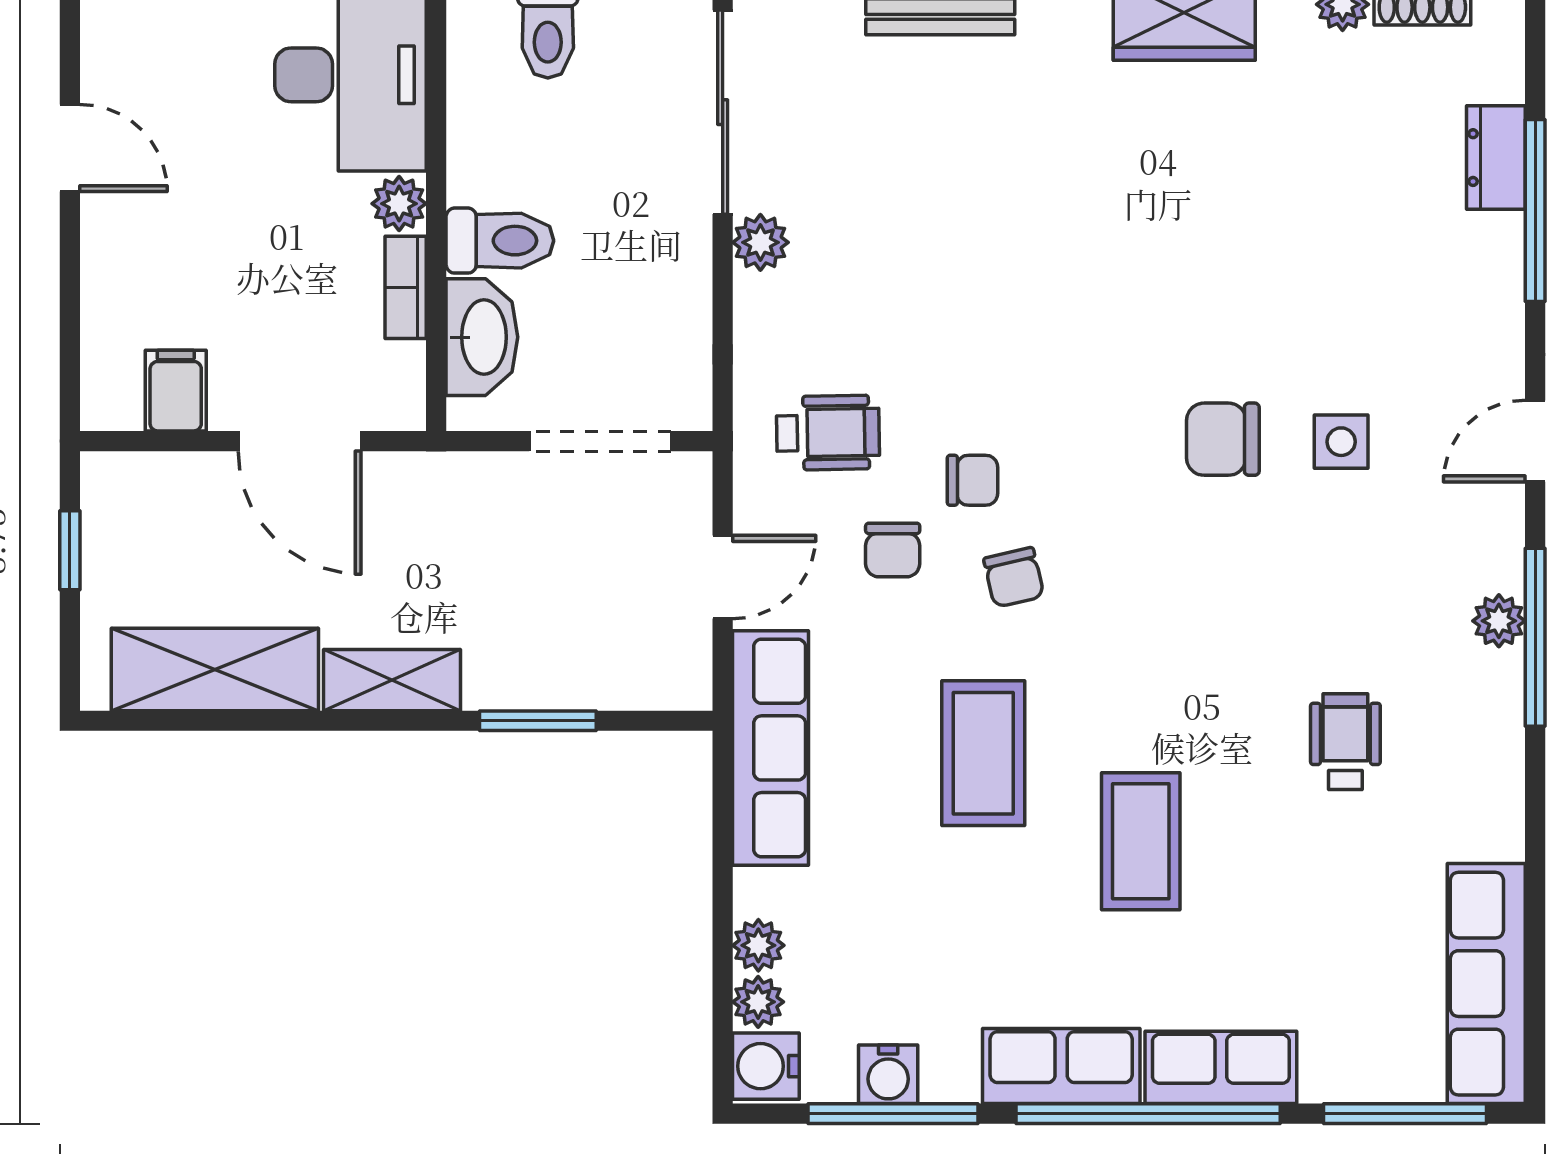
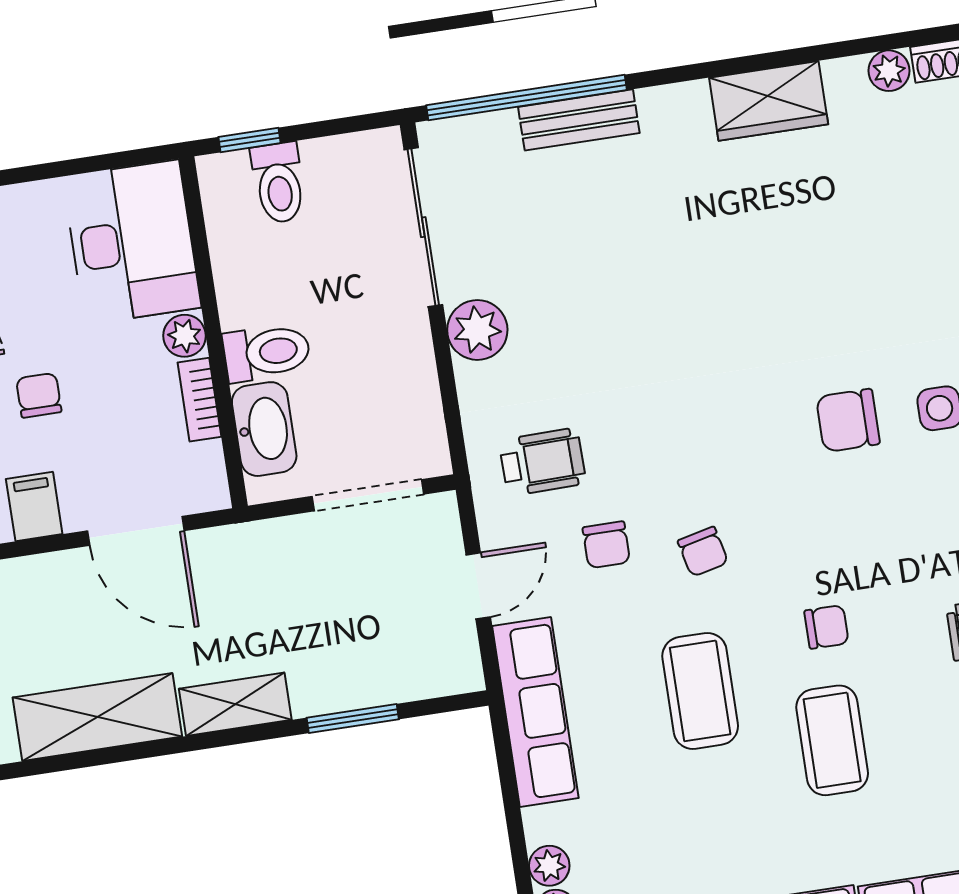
plant: (760, 242) -> (477, 330), width x1.38, depth x1.38
chair: (203, 251) -> (39, 395), added
chair: (973, 480) -> (826, 627), moved

